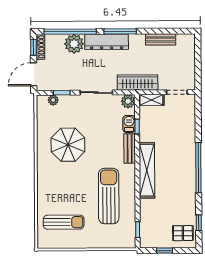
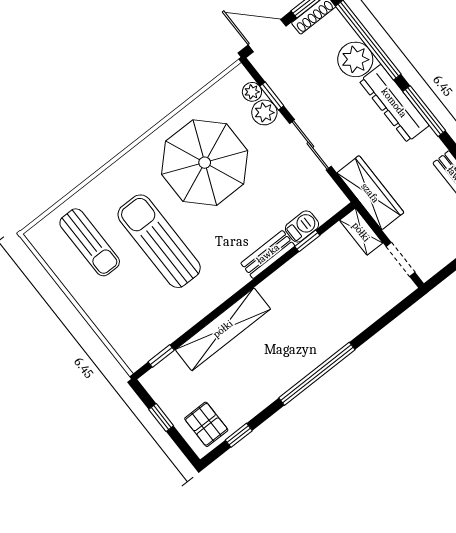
plant: (128, 101) -> (264, 112), moved
parasol: (68, 145) -> (205, 163), width x1.36, depth x1.36
shelving: (147, 170) -> (223, 329), moved
sun lounger: (109, 196) -> (159, 241), moved, turned -90

